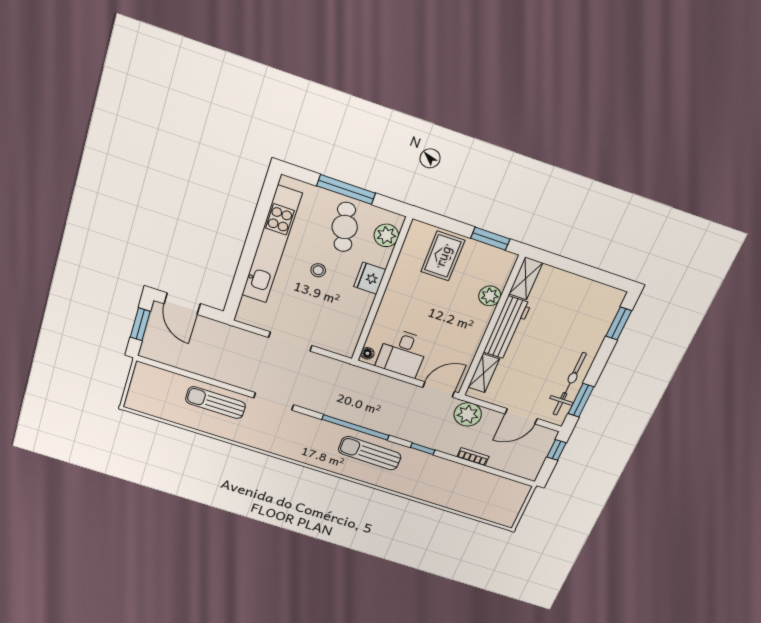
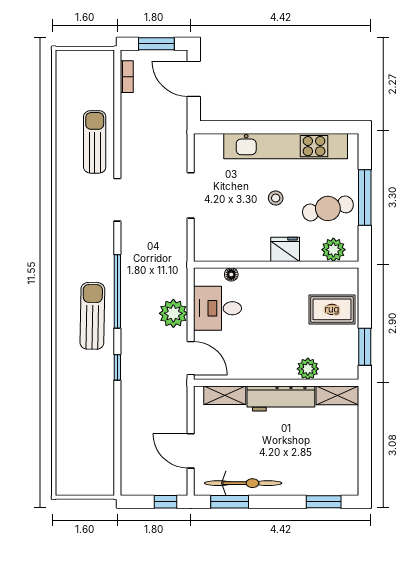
door: (182, 304) -> (194, 79), hinge flipped
floor lamp: (367, 353) -> (231, 274), moved
plant: (468, 414) -> (173, 313), moved
bookcase: (473, 457) -> (127, 77), moved

